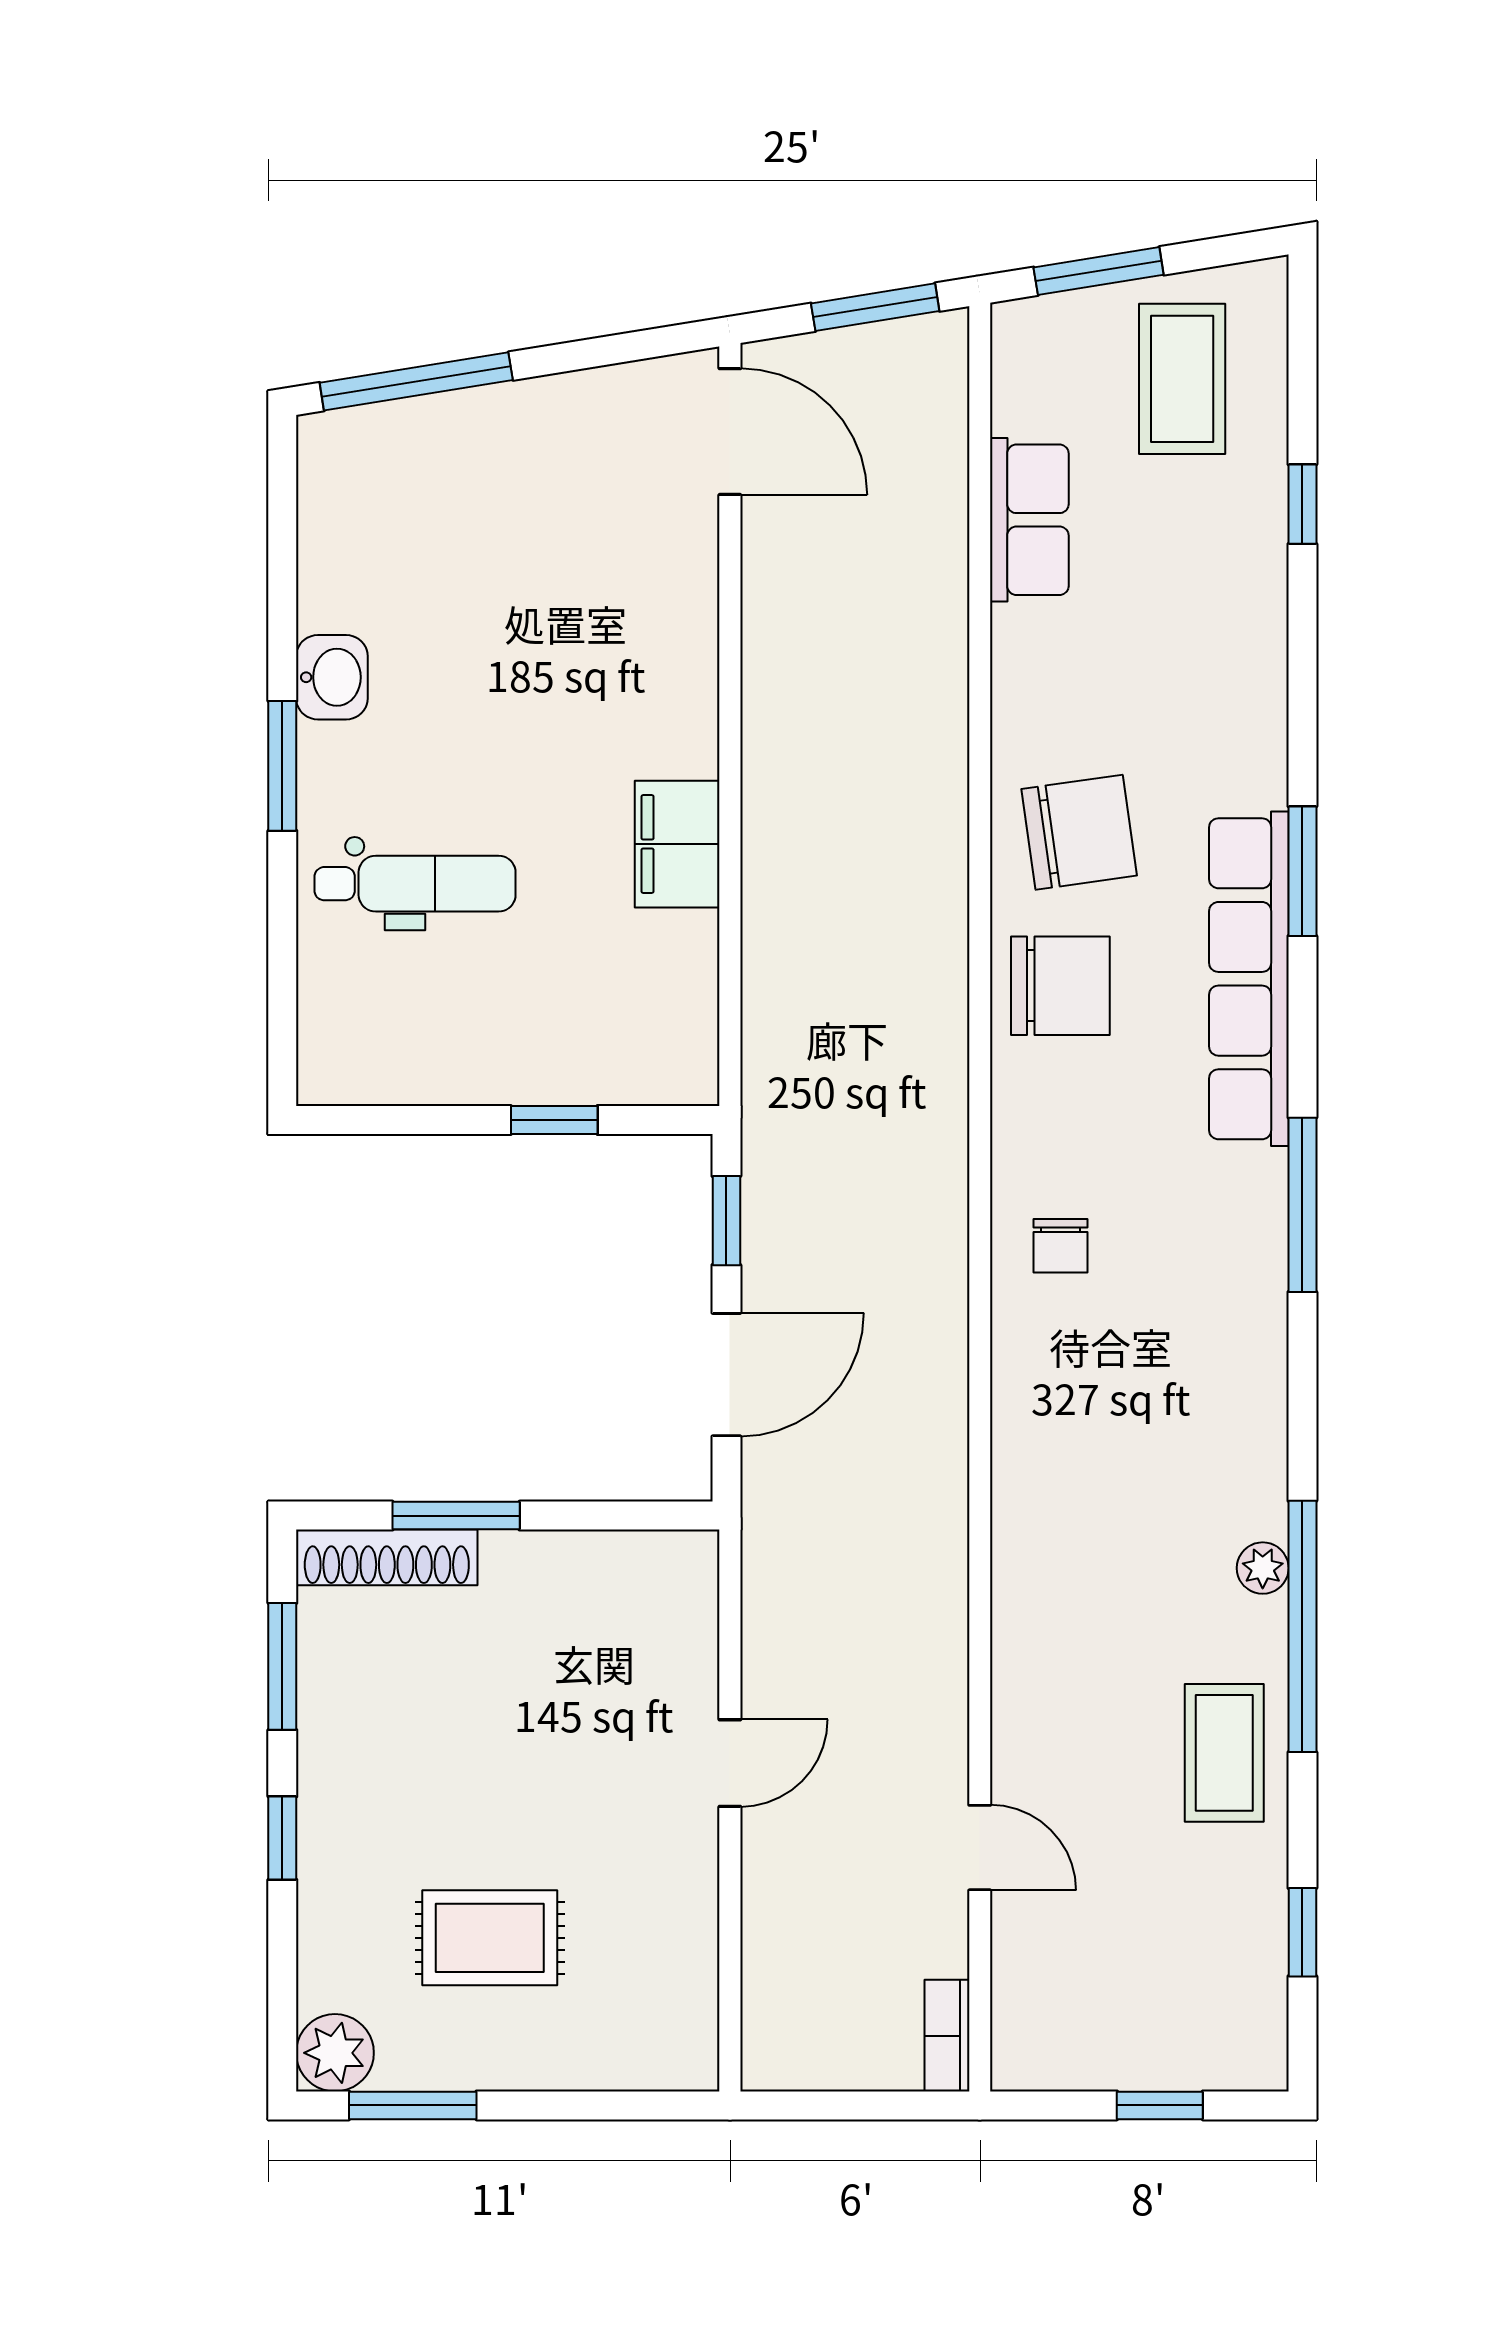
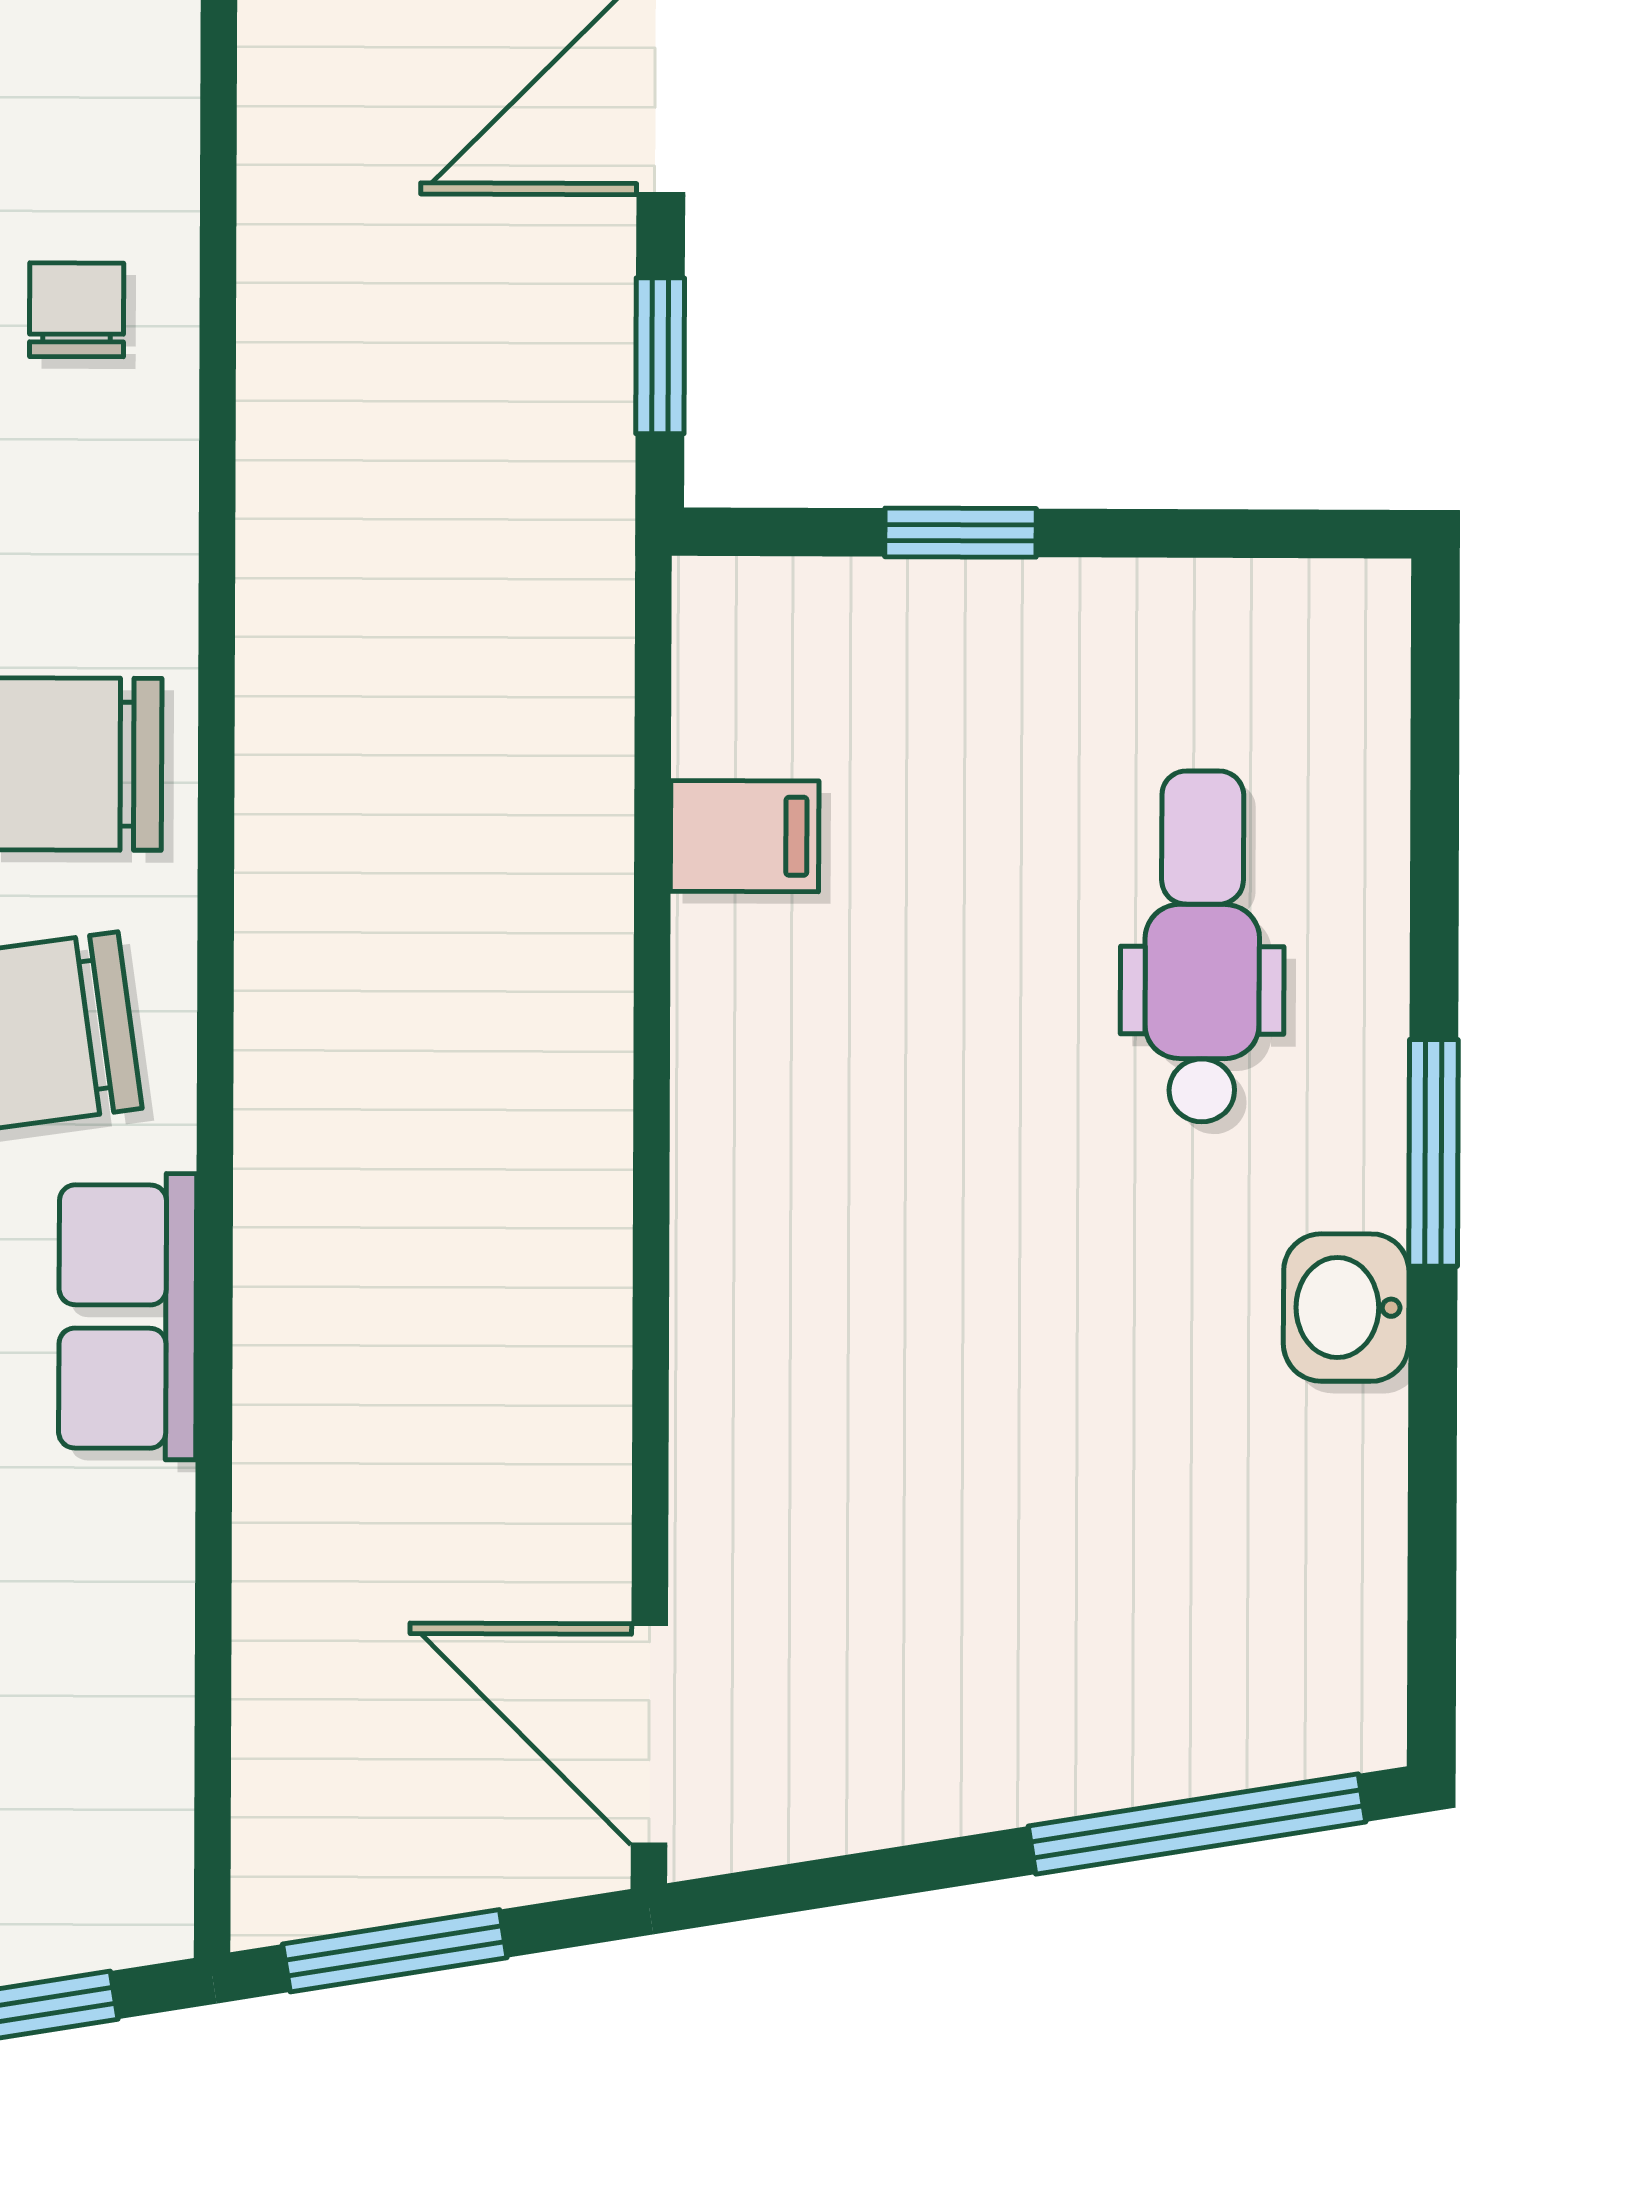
row of seats: (1029, 520) -> (128, 1317), moved
filing cabinet: (677, 844) -> (745, 836), moved, width x0.50
dental chair: (415, 884) -> (1202, 946), turned 90

